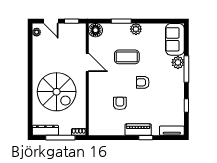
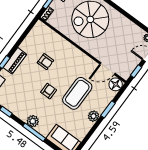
coffee table: (127, 57) -> (77, 93), width x1.36, depth x1.32
door: (87, 62) -> (107, 69), moved
plant: (178, 62) -> (33, 121), moved

